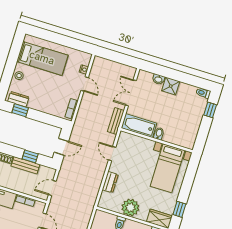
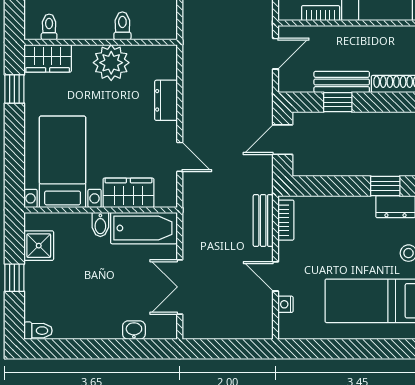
shower: (171, 86) -> (39, 246), moved
double door: (131, 93) -> (180, 287), swing flipped
window: (210, 110) -> (14, 278), moved
bench: (116, 121) -> (263, 220), moved
wardrobe: (141, 144) -> (128, 193), added

